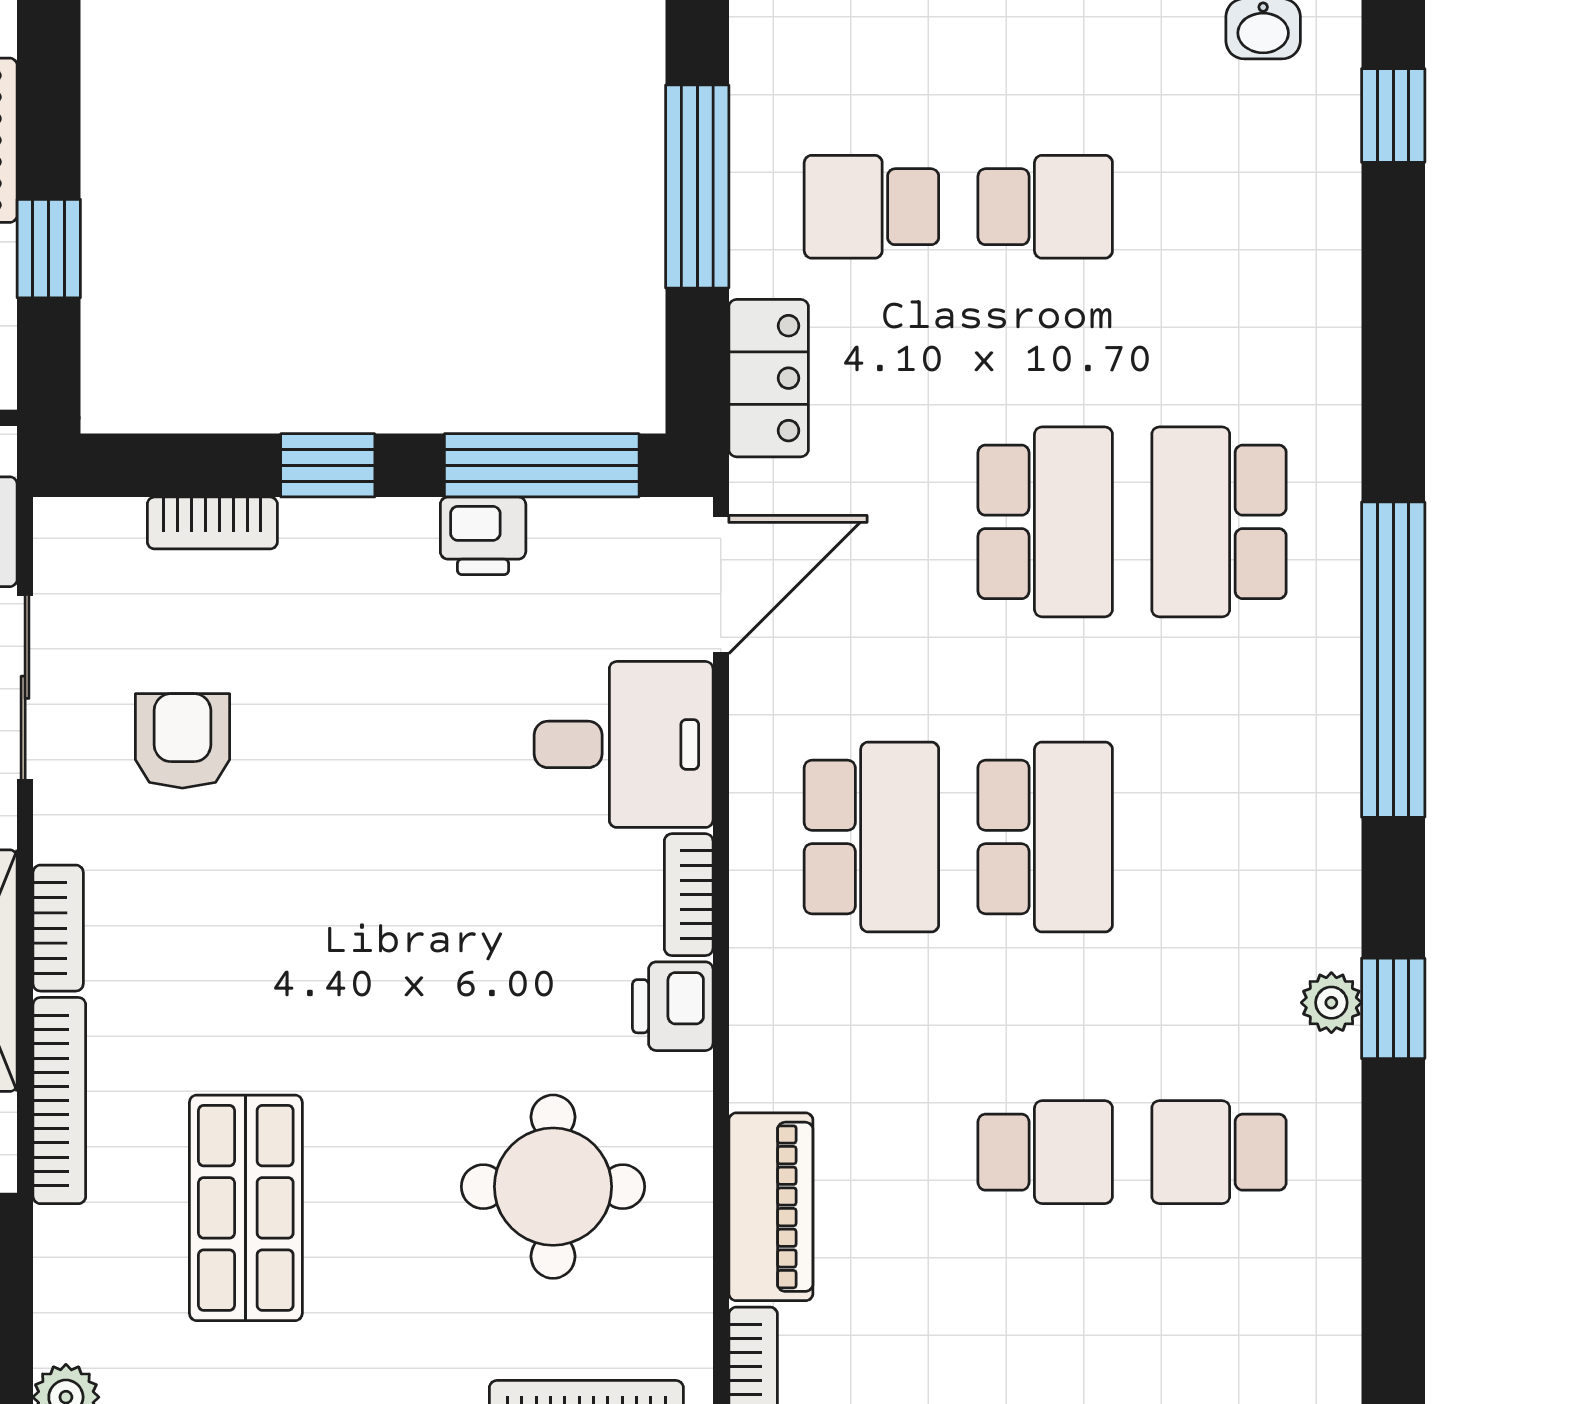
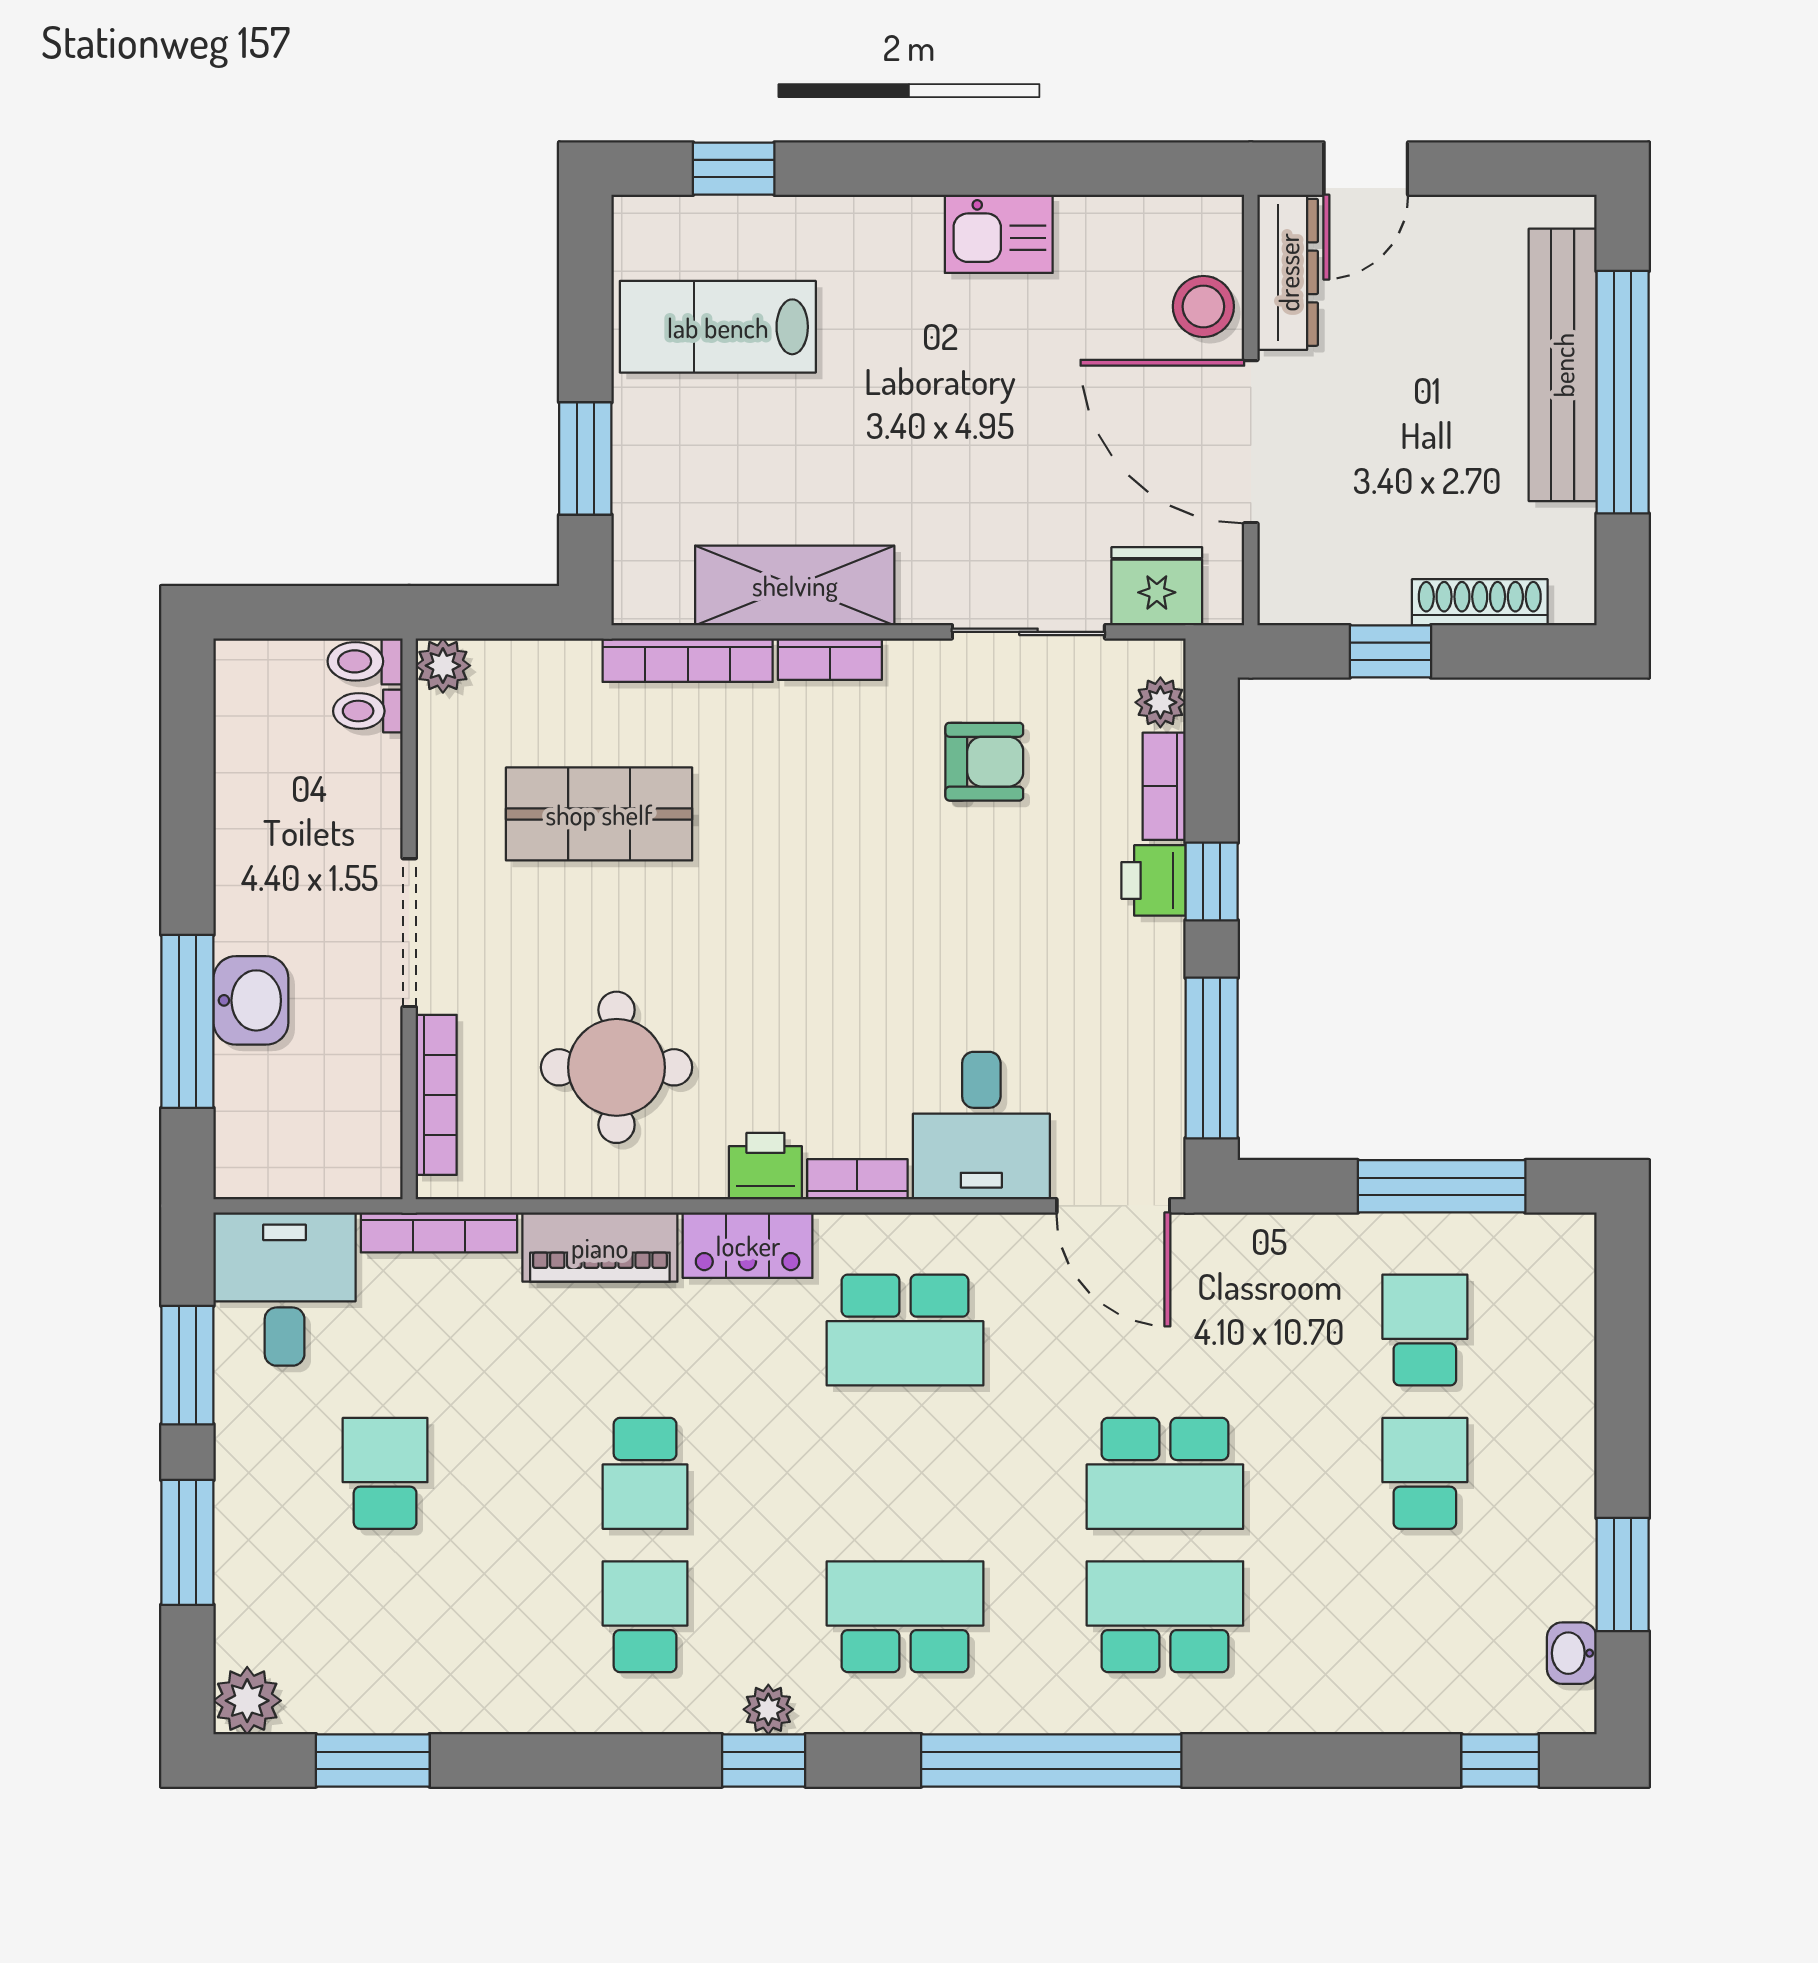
school desk: (1045, 207) -> (1425, 1473), turned 180
locker: (769, 378) -> (748, 1245), moved
plant: (111, 527) -> (1160, 702), added
printer: (483, 536) -> (1153, 880), moved
school desk: (1045, 837) -> (905, 1617), moved, turned 180

